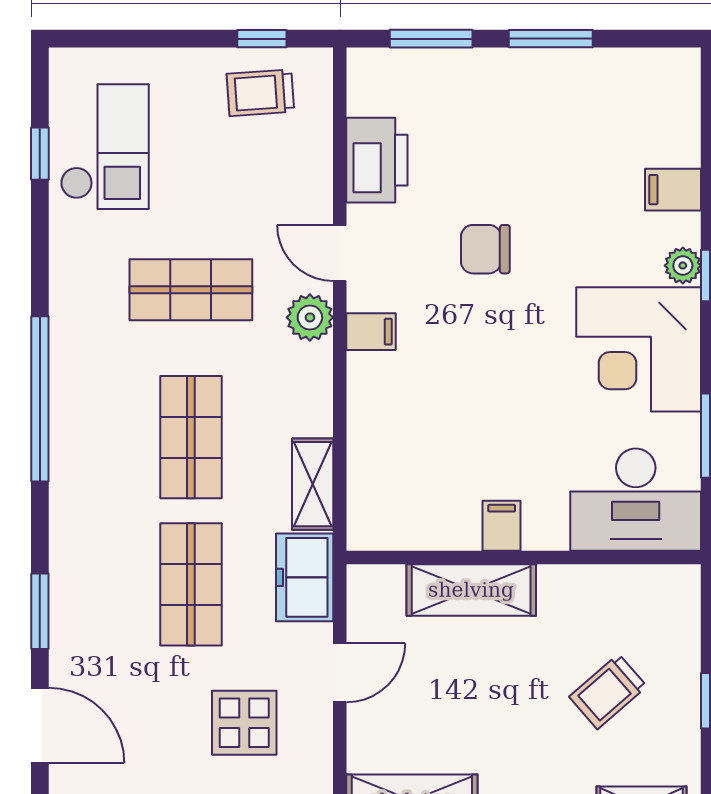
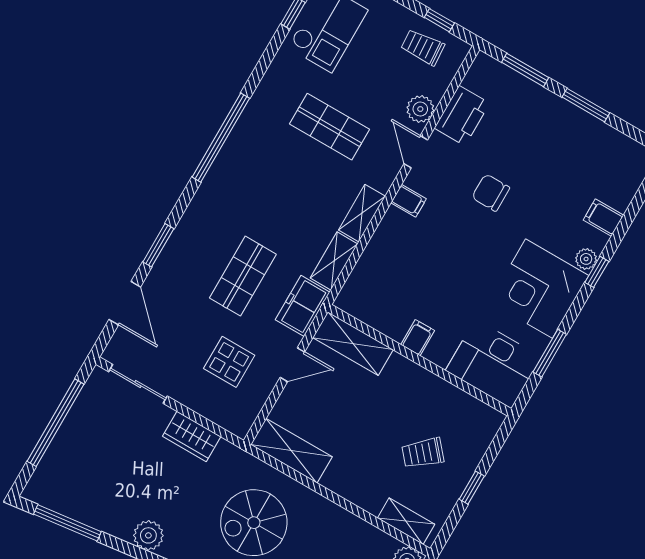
plant: (310, 317) -> (420, 109), moved
shelving: (313, 390) -> (362, 213), added
shop shelf: (191, 437) -> (286, 201), removed
shelving: (471, 590) -> (353, 344), moved

